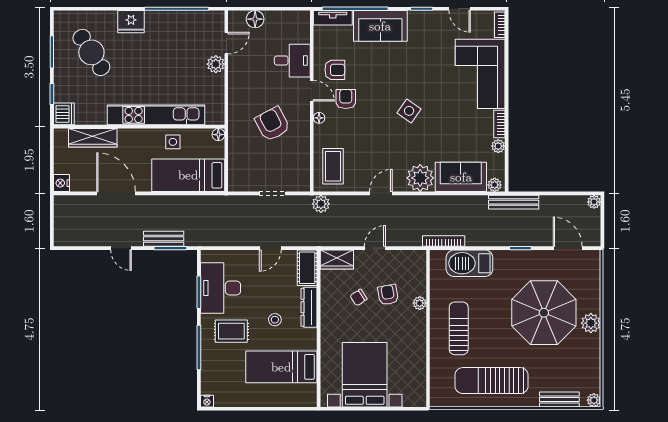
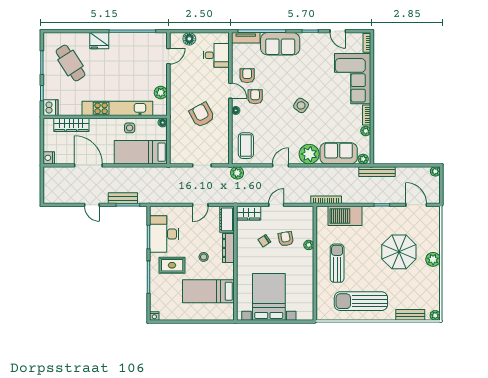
desk: (292, 61) -> (216, 55), moved
plant: (216, 64) -> (161, 93), moved
armchair: (335, 70) -> (247, 76), turned -90
parasol: (544, 313) -> (399, 252), width x0.73, depth x0.73

